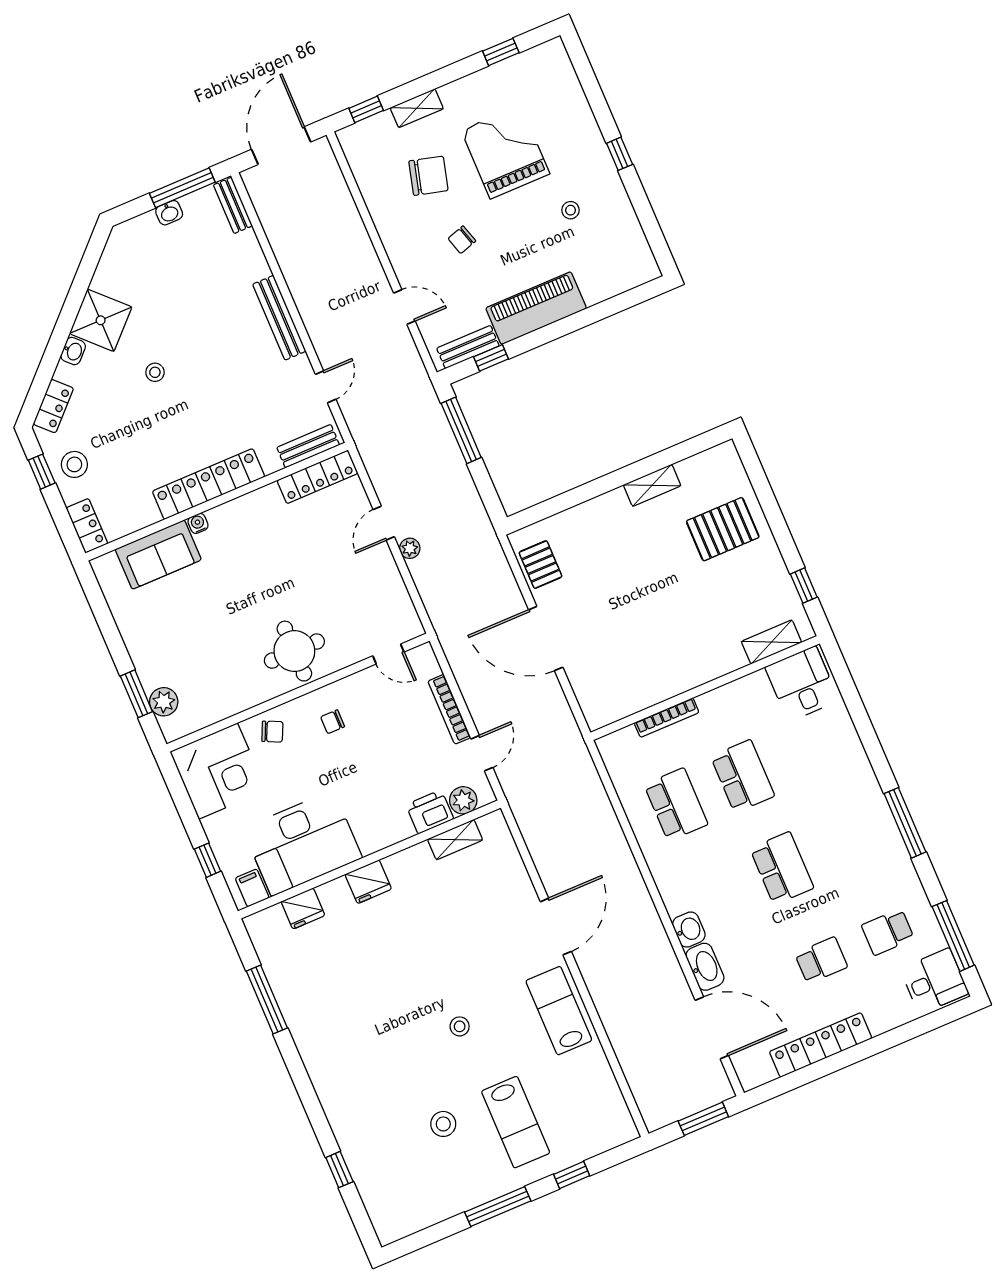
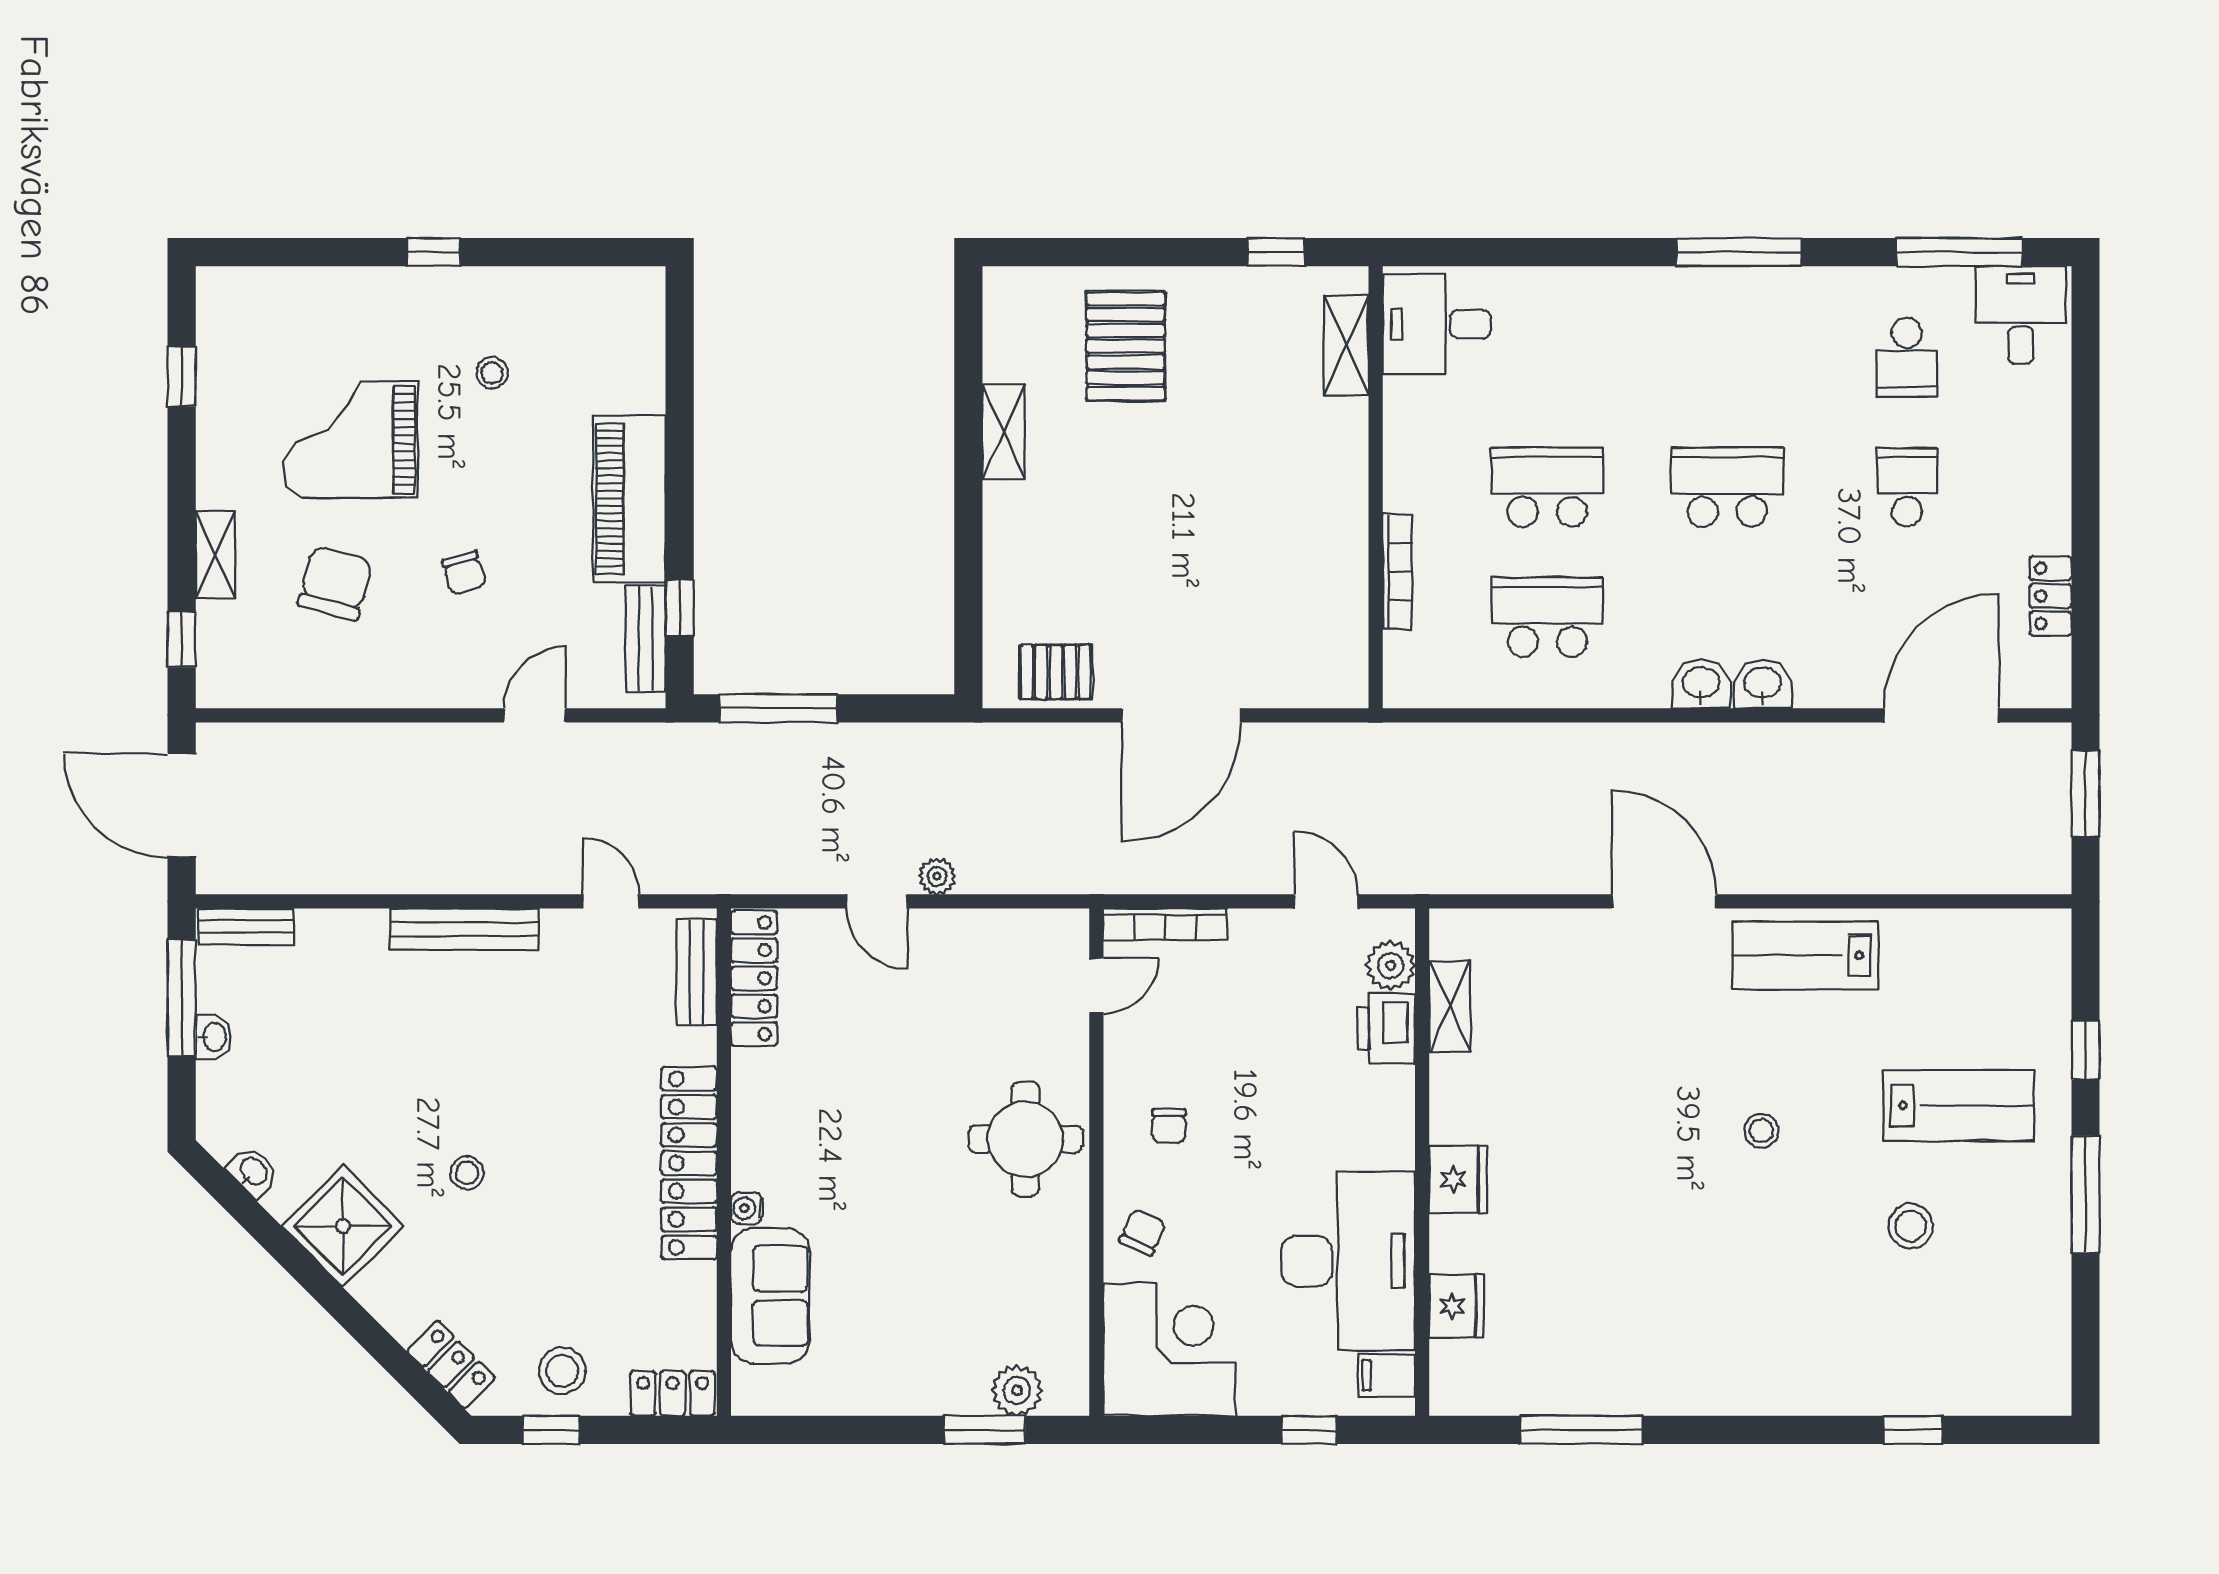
washbasin: (73, 351) -> (253, 1172), moved
bookcase: (449, 709) -> (1165, 924), moved
washbasin: (705, 967) -> (1701, 684), moved, width x0.72
locker: (821, 1045) -> (2050, 596), width x0.46, depth x0.83

